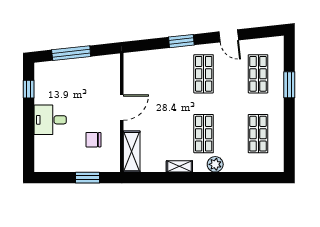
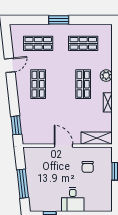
window: (181, 41) -> (16, 125), moved
shop shelf: (204, 74) -> (38, 84), turned 90
window: (289, 85) -> (59, 20), moved
shop shelf: (204, 134) -> (83, 84), turned 90

